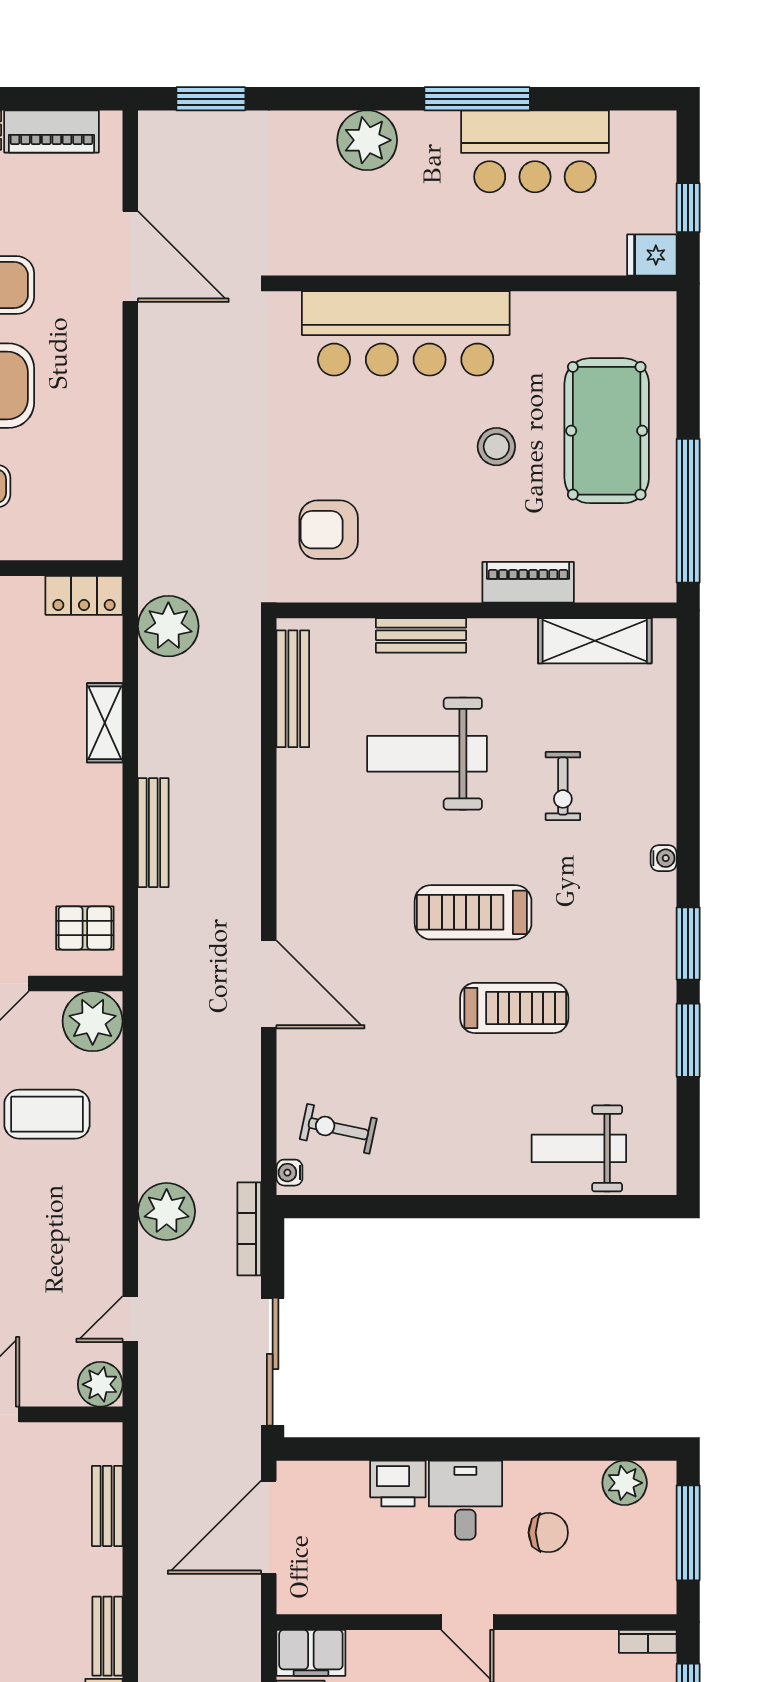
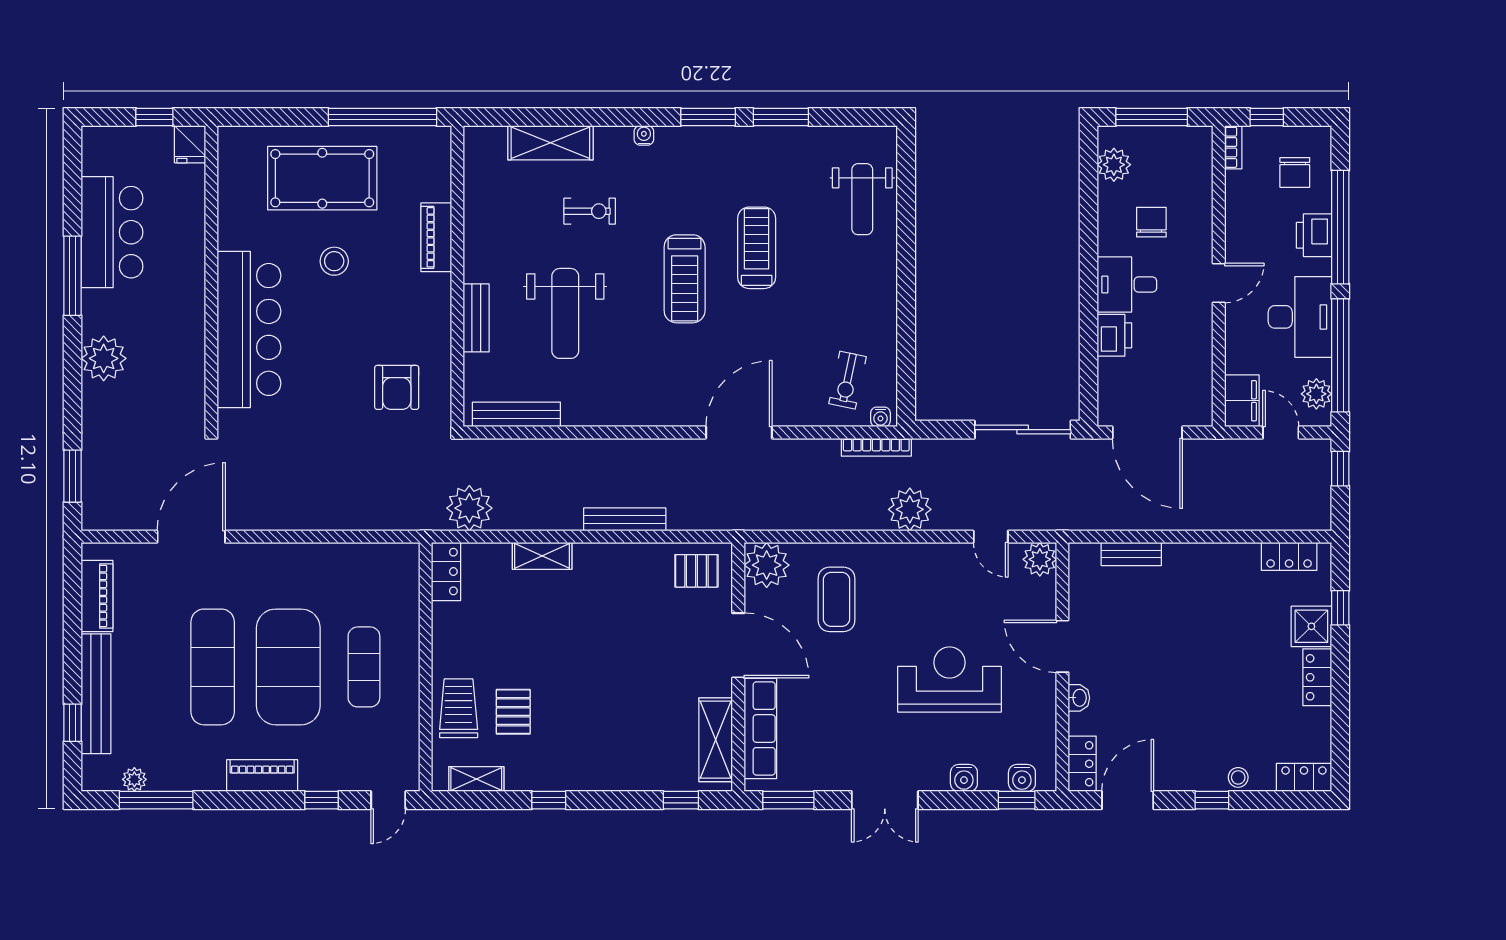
shelving: (595, 641) -> (550, 143), moved, turned 90
pallet: (85, 928) -> (696, 571), turned 90
bookcase: (249, 1229) -> (876, 447), moved
bench: (107, 1636) -> (1229, 554), removed

